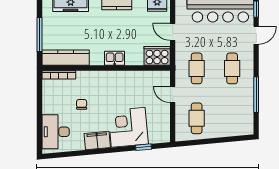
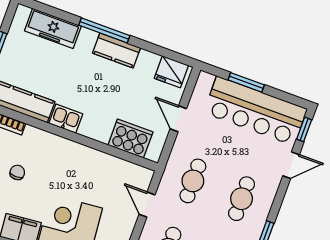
cooker: (157, 56) -> (130, 139), moved
kitchen sink: (115, 58) -> (66, 119), moved

